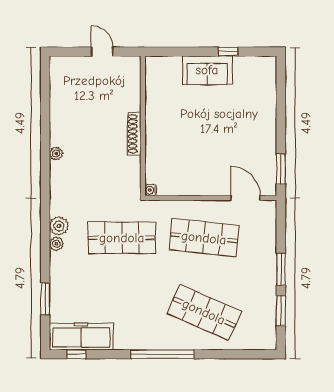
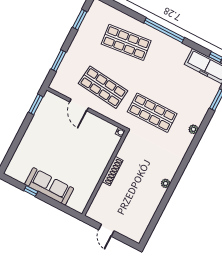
sofa: (207, 70) -> (49, 186), width x1.36
door: (245, 198) -> (79, 105), moved
plant: (59, 226) -> (186, 139), removed
window: (281, 269) -> (58, 61), moved
shop shelf: (204, 312) -> (126, 42), turned -30

